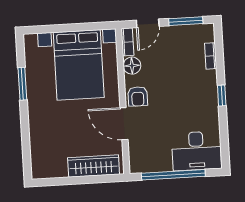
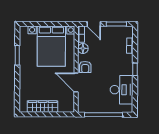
door: (148, 23) -> (94, 24), hinge flipped
desk: (196, 151) -> (122, 90), moved, turned -90
wardrobe: (94, 166) -> (43, 107), moved

